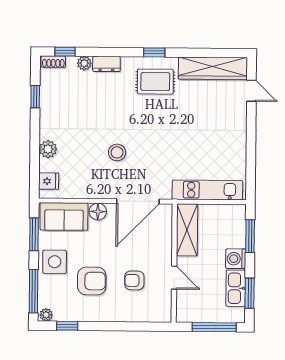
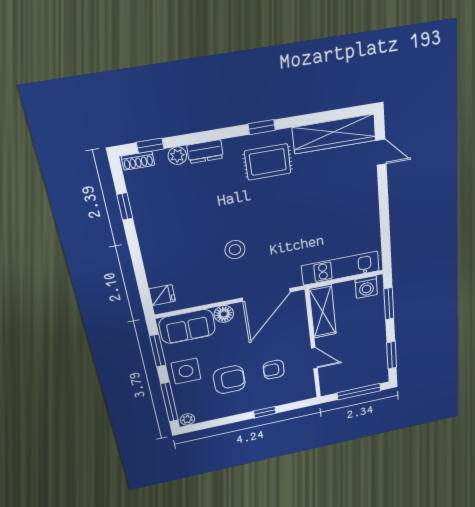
plant: (48, 149) -> (154, 262), removed
washing machine: (236, 259) -> (366, 287), moved, turned -90
kitchen sink: (236, 288) -> (378, 354), removed
window: (67, 326) -> (265, 412), moved

